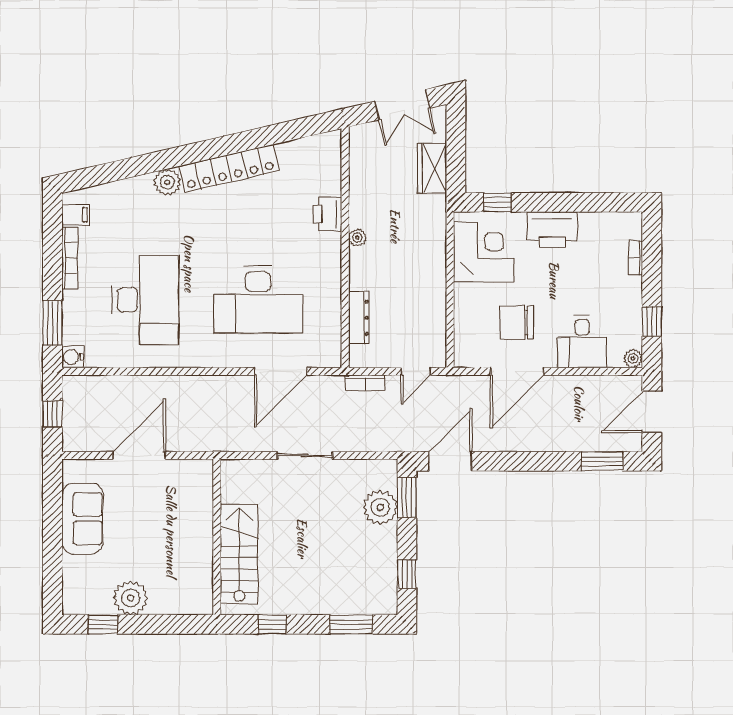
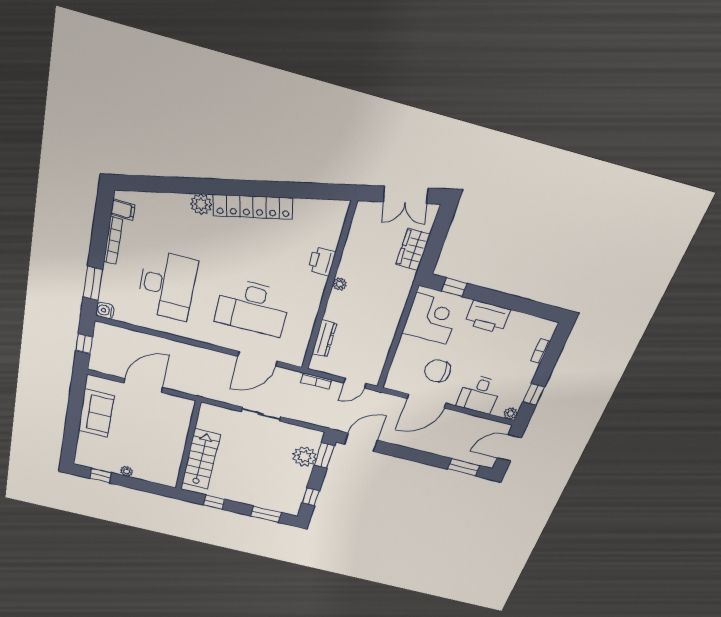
plant: (131, 598) -> (127, 471), width x0.53, depth x0.53

